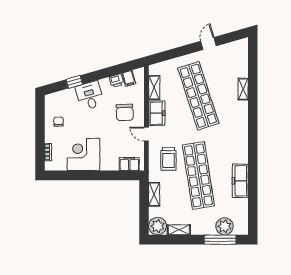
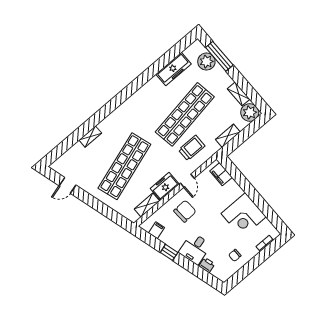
door: (208, 43) -> (67, 185), moved
printer: (116, 81) -> (207, 265), moved
window: (74, 82) -> (169, 252), moved
freezer: (240, 181) -> (174, 69), moved

